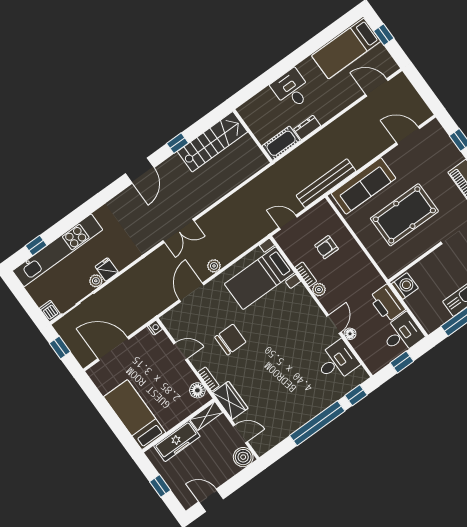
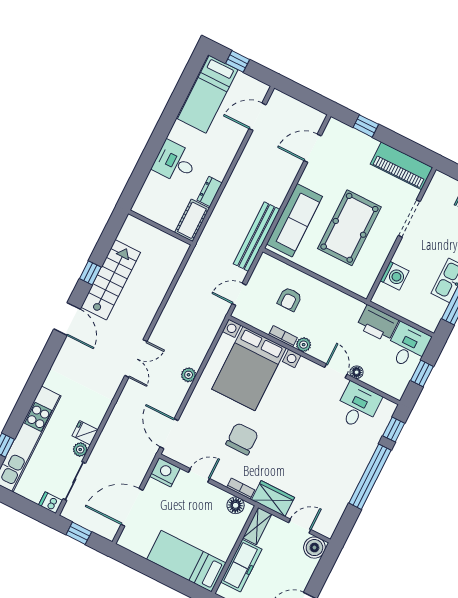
stairs: (212, 142) -> (111, 280), moved
bed with nightstands: (259, 278) -> (249, 369), width x1.36
washing machine: (405, 286) -> (395, 276), moved, turned 90
door: (192, 292) -> (169, 434), moved
nightstand: (155, 328) -> (165, 472), width x1.89, depth x1.79

